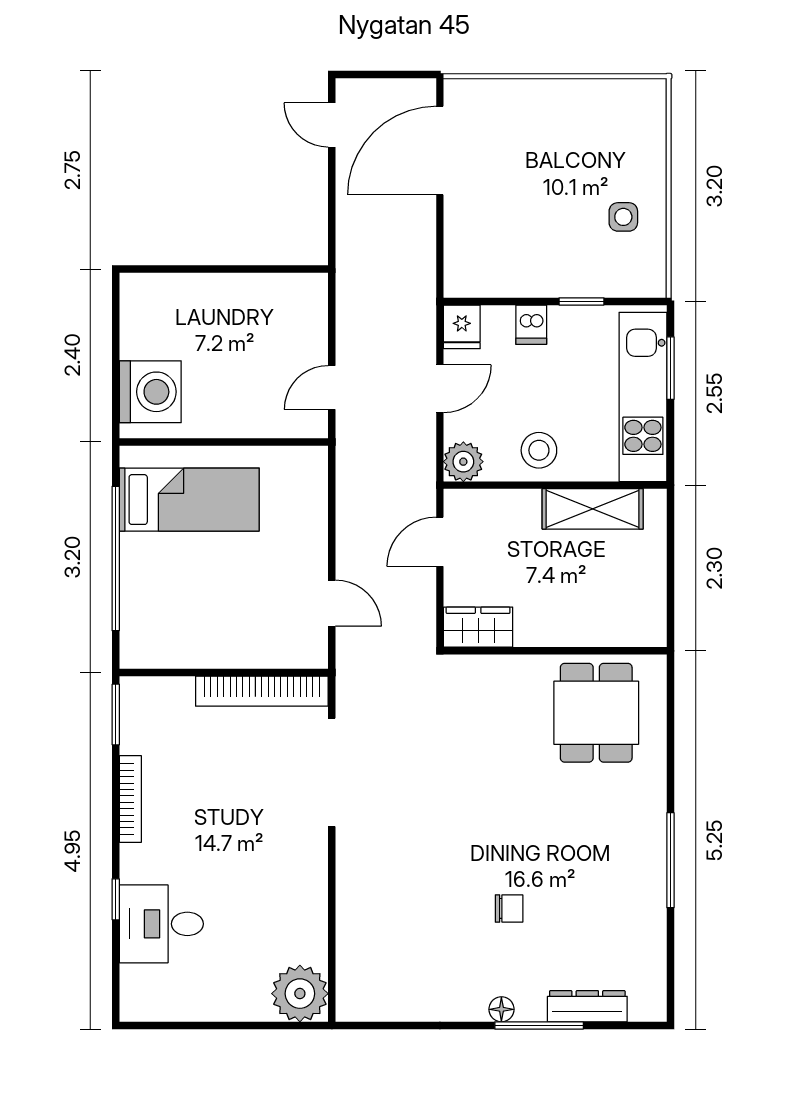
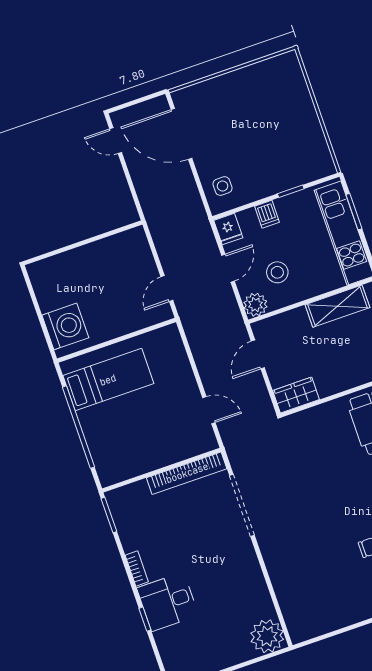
door: (440, 151) -> (181, 134), hinge flipped
side table: (623, 217) -> (223, 186), moved
stool: (539, 450) -> (277, 272), moved
bookcase: (130, 799) -> (137, 569), width x0.64
desk: (161, 924) -> (168, 602), moved

